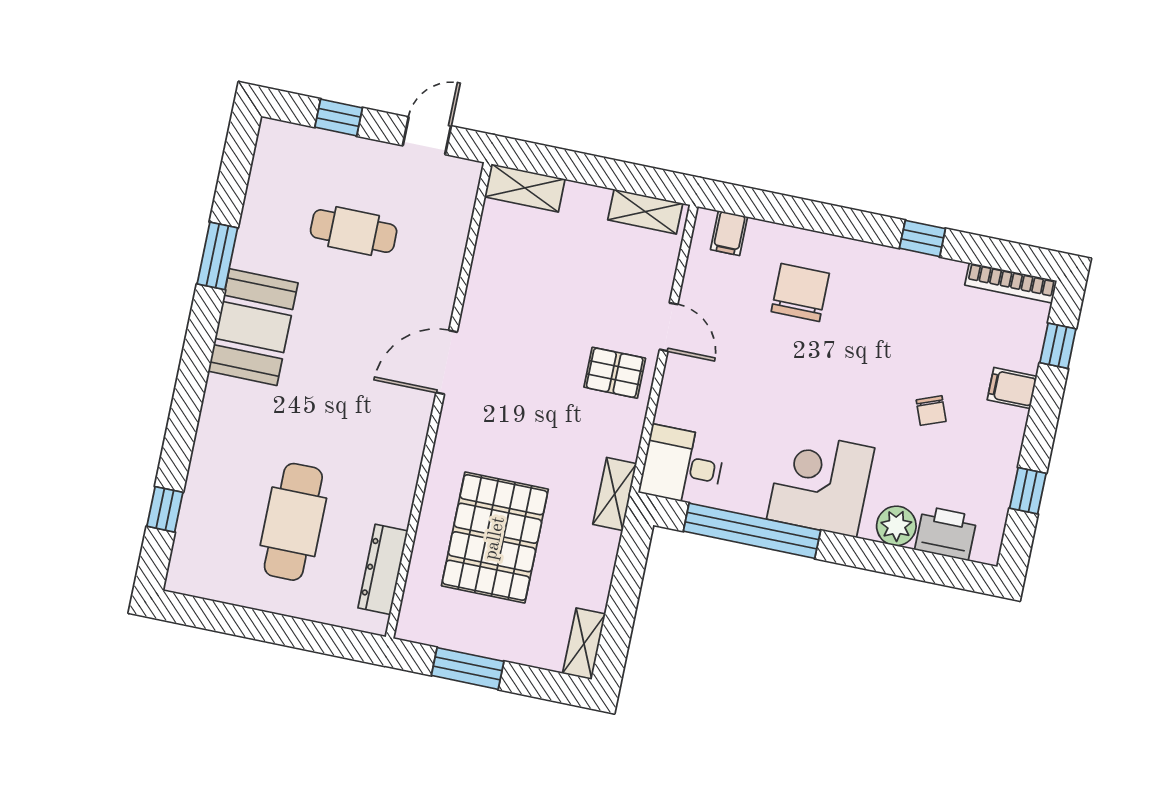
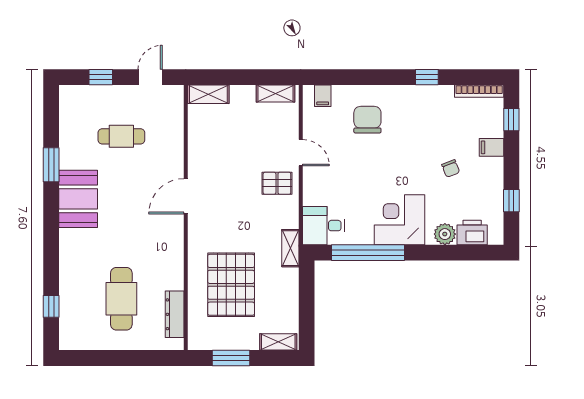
shelving: (584, 644) -> (278, 342), moved, turned 90

